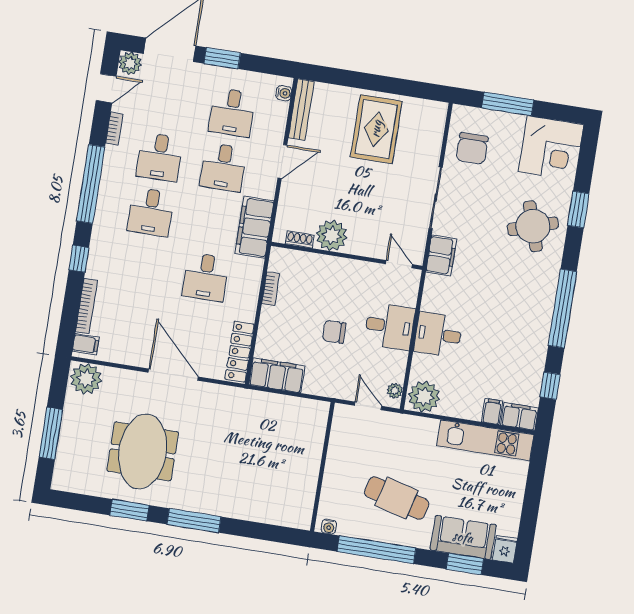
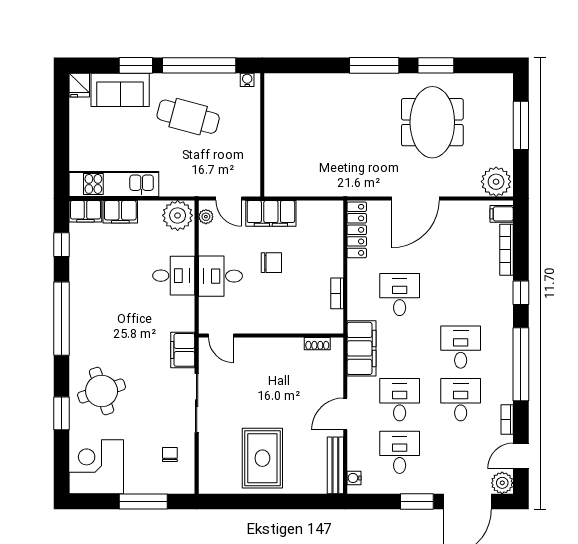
chair: (472, 148) -> (170, 455), width x0.54, depth x0.54
plant: (332, 235) -> (288, 352), removed
door: (173, 375) -> (415, 198), hinge flipped
filing cabinet: (277, 375) -> (271, 213), moved
filing cabinet: (492, 411) -> (120, 212), width x2.00
window: (465, 564) -> (136, 65), moved

